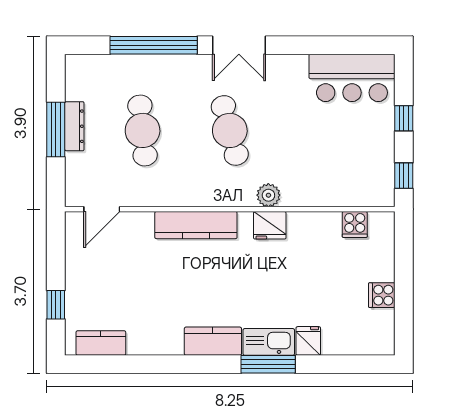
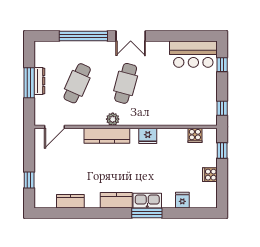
window: (404, 118) -> (222, 65), moved
cafe table: (143, 130) -> (77, 83), turned 30
cafe table: (230, 130) -> (126, 83), turned 30
plant: (268, 195) -> (113, 119), moved
window: (404, 252) -> (222, 151), added
fridge: (308, 341) -> (182, 200), moved
kitchen counter: (101, 343) -> (70, 201), moved

